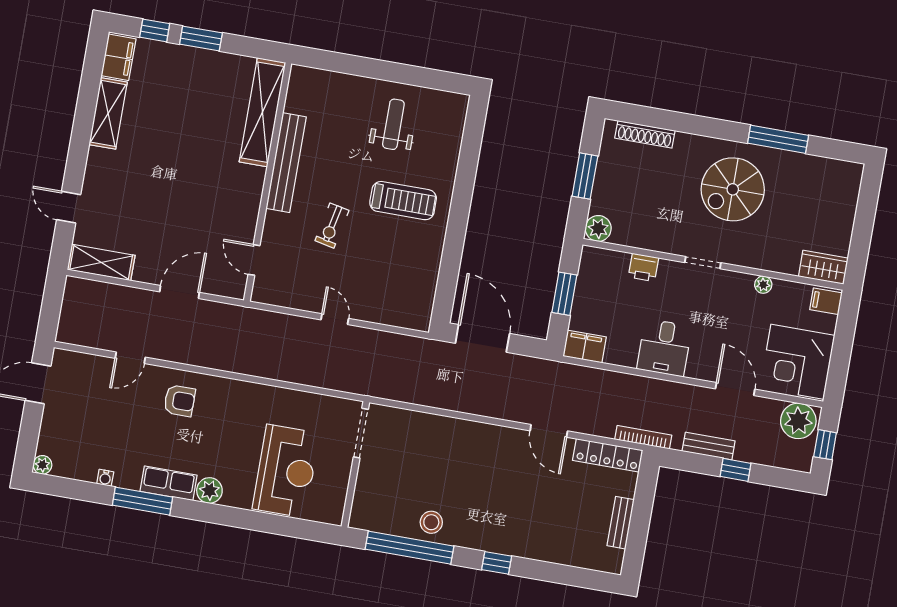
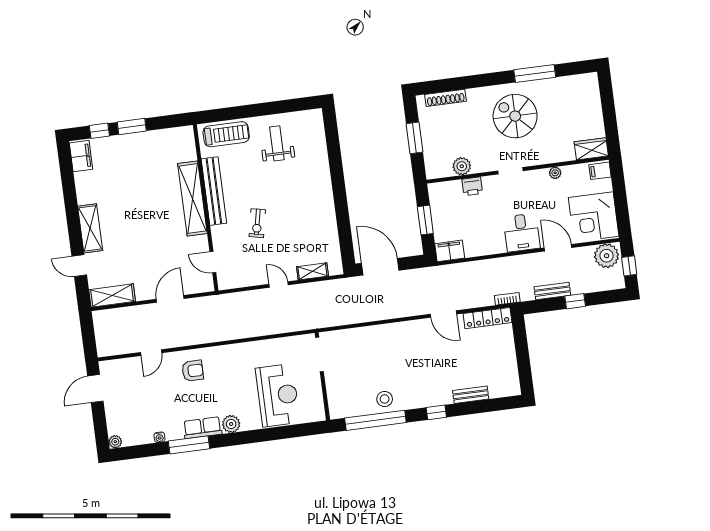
shelving: (262, 112) -> (192, 199), moved
shelving: (108, 113) -> (90, 228), moved
spiral stairs: (733, 189) -> (515, 116), turned 90
treadmill: (403, 201) -> (226, 134), moved
plant: (598, 228) -> (462, 166), moved
shelving: (387, 316) -> (312, 271), added
desk: (664, 348) -> (522, 233), moved
bookcase: (643, 437) -> (507, 299), width x0.64
bench: (621, 523) -> (471, 395), moved, turned 90

